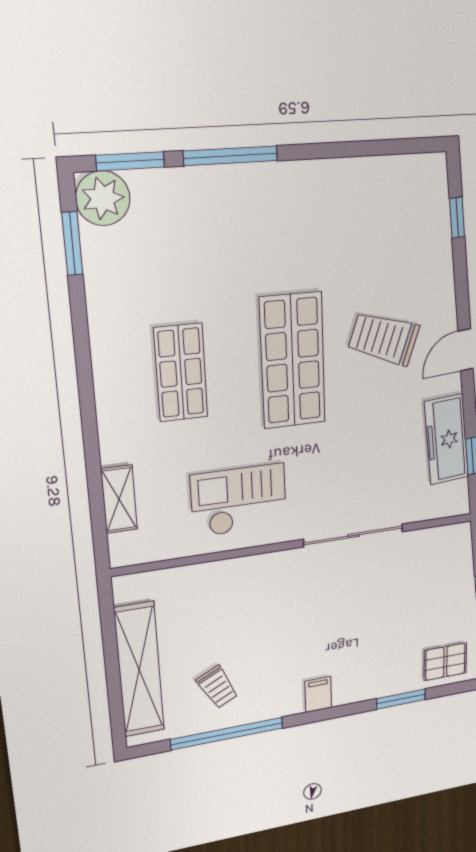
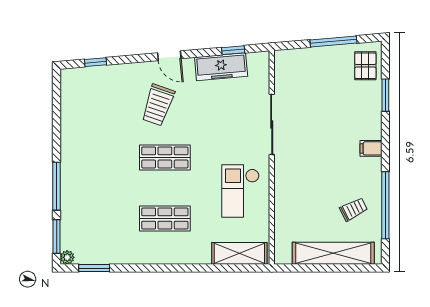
plant: (103, 198) -> (67, 257), width x0.53, depth x0.53
shop shelf: (293, 361) -> (165, 157), width x0.70, depth x0.74
shelving: (119, 499) -> (239, 253), width x1.50, depth x1.33

